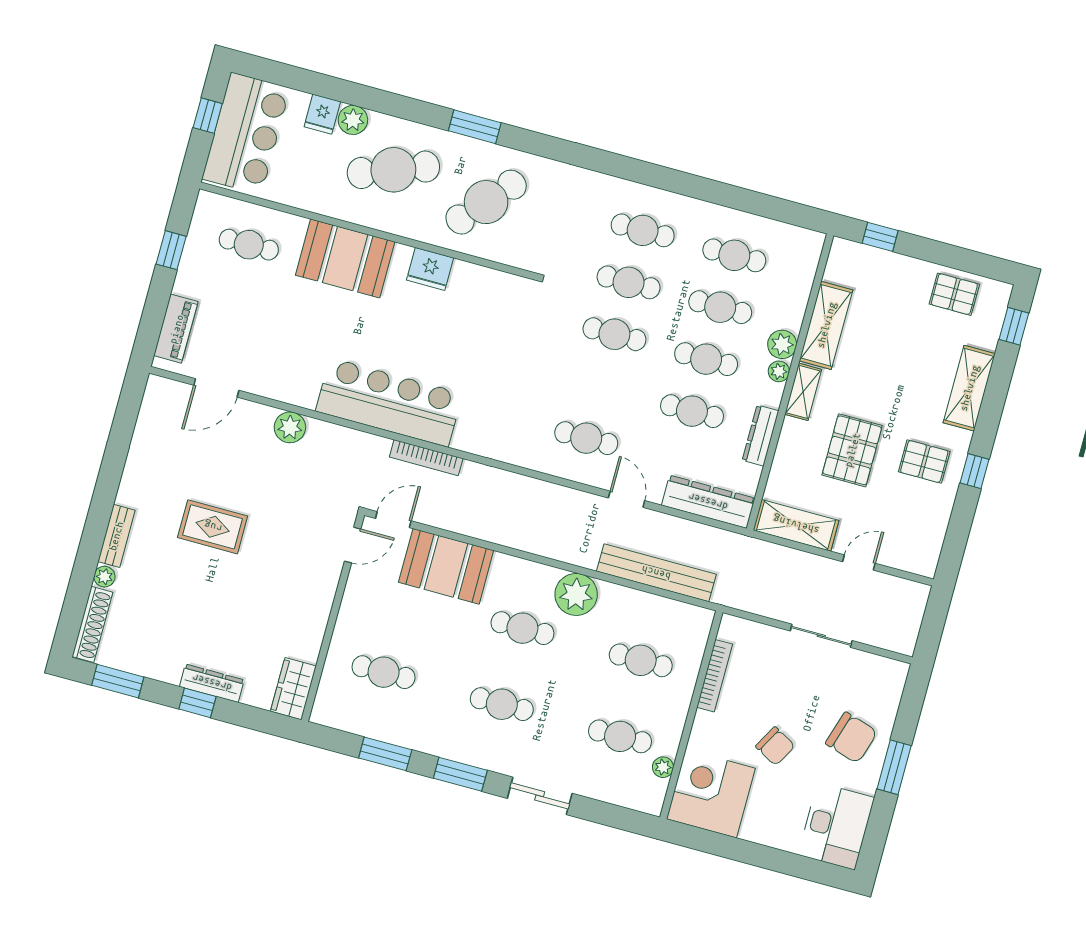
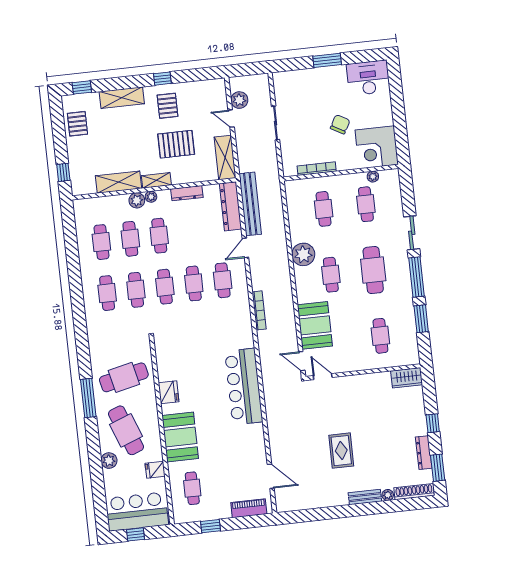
fridge: (322, 114) -> (155, 470), moved, turned 180
window: (475, 127) -> (88, 398), width x1.44
cafe table: (486, 202) -> (124, 377), turned -54
cafe table: (692, 411) -> (194, 283), moved
plant: (290, 427) -> (239, 100), moved
bookcase: (426, 458) -> (259, 310), moved
bench: (656, 573) -> (250, 204), moved
dresser: (212, 683) -> (424, 453), moved
cafe table: (502, 704) -> (373, 270), width x1.37, depth x1.35
chair: (851, 738) -> (321, 88), removed
window: (460, 774) -> (417, 277), width x1.44

